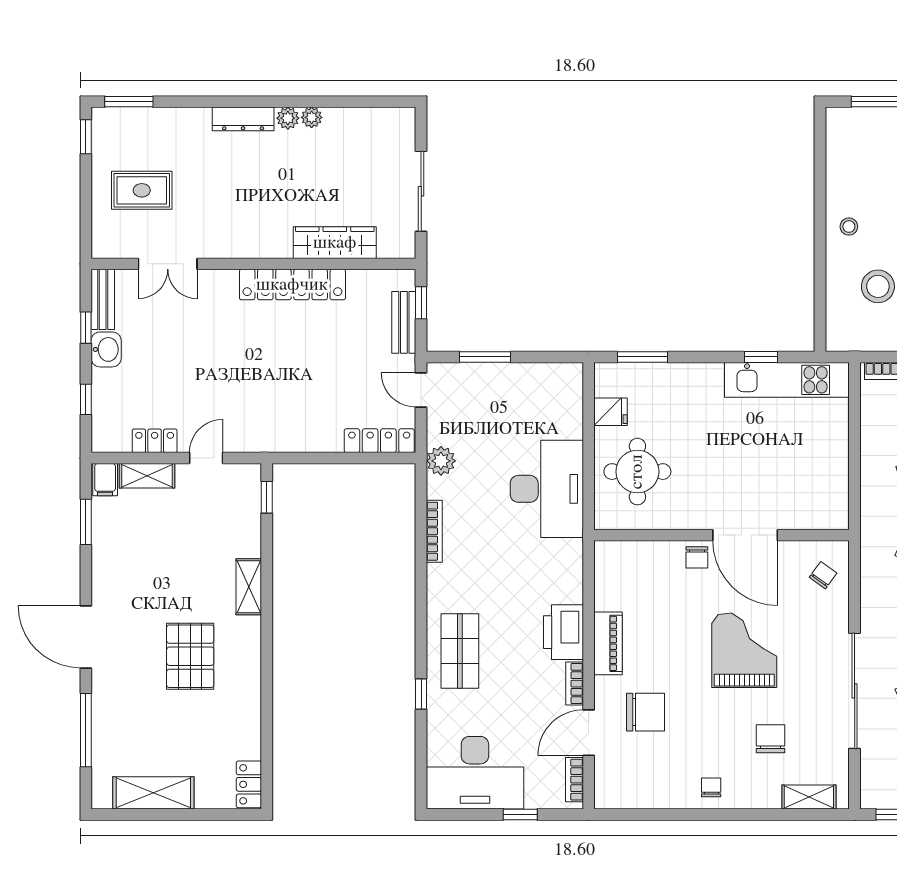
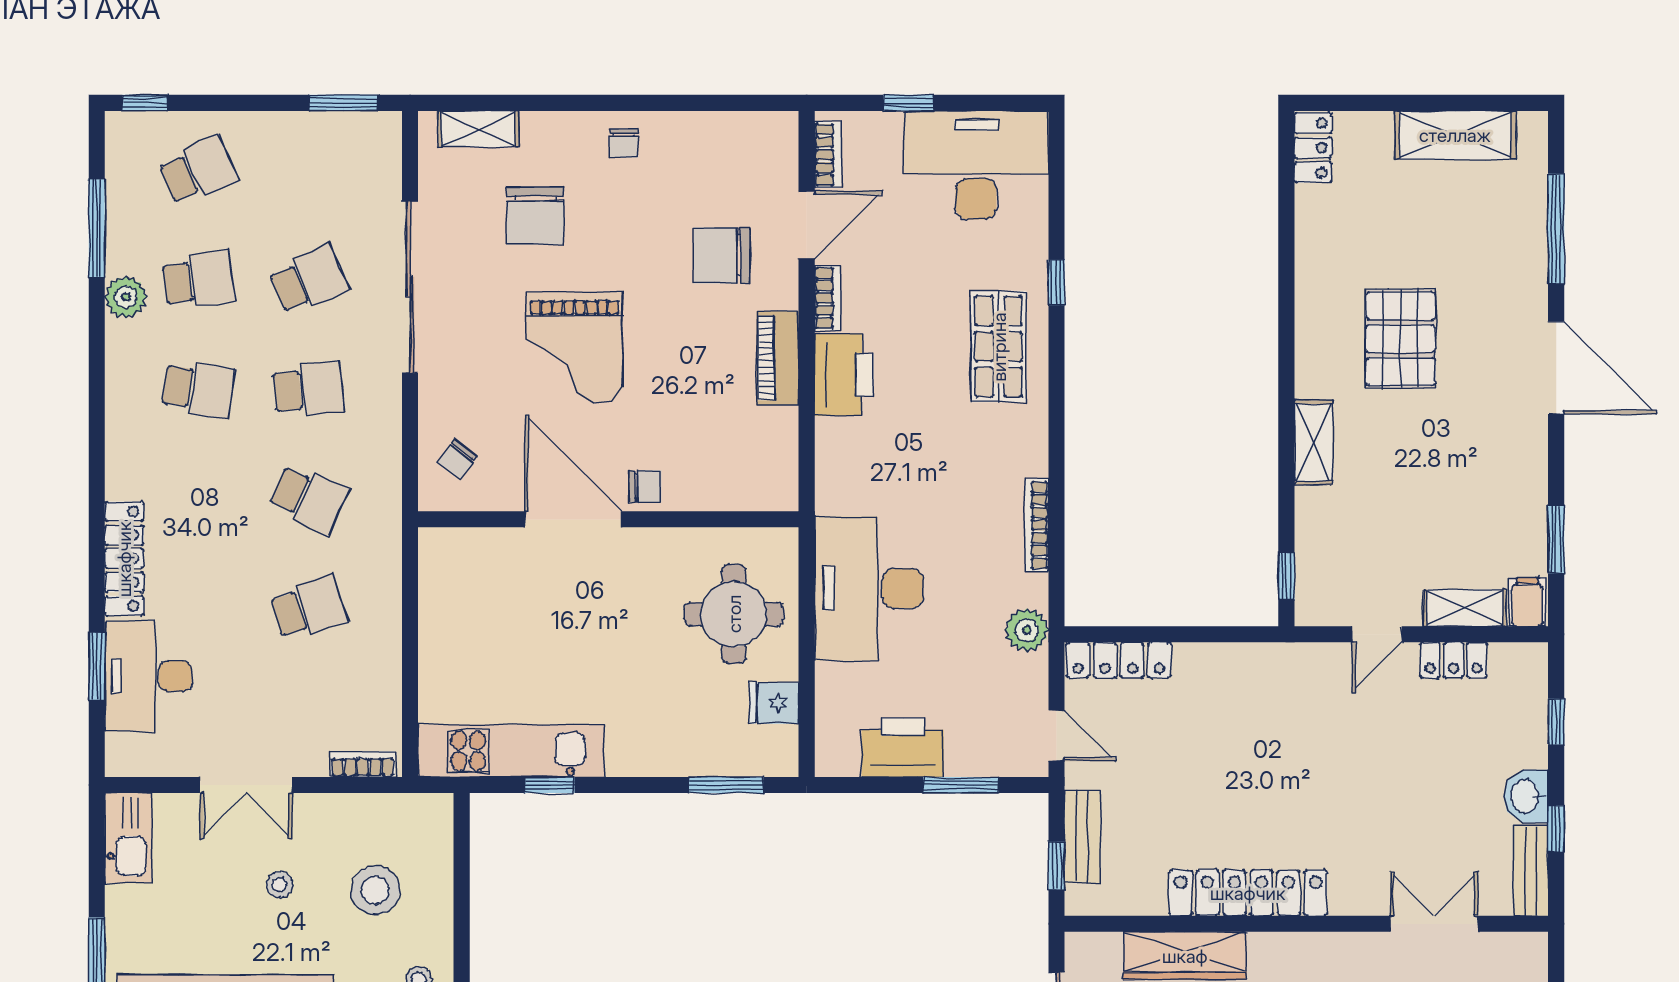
printer: (524, 382) -> (903, 748), added
chair: (697, 557) -> (645, 486), turned 90
chair: (771, 739) -> (535, 216), width x1.37, depth x1.37

